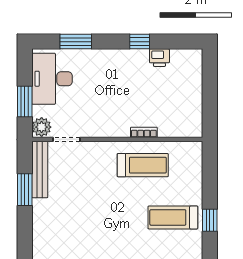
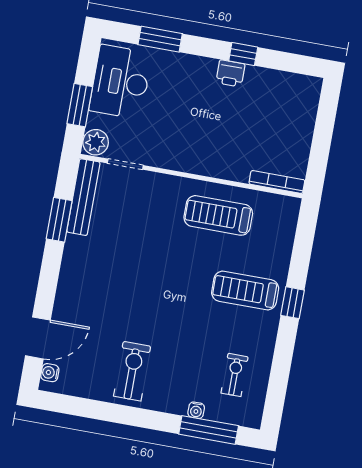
printer: (159, 58) -> (230, 73), moved
bookcase: (144, 132) -> (277, 182), moved, width x1.56
treadmill: (143, 165) -> (218, 215), turned 180

